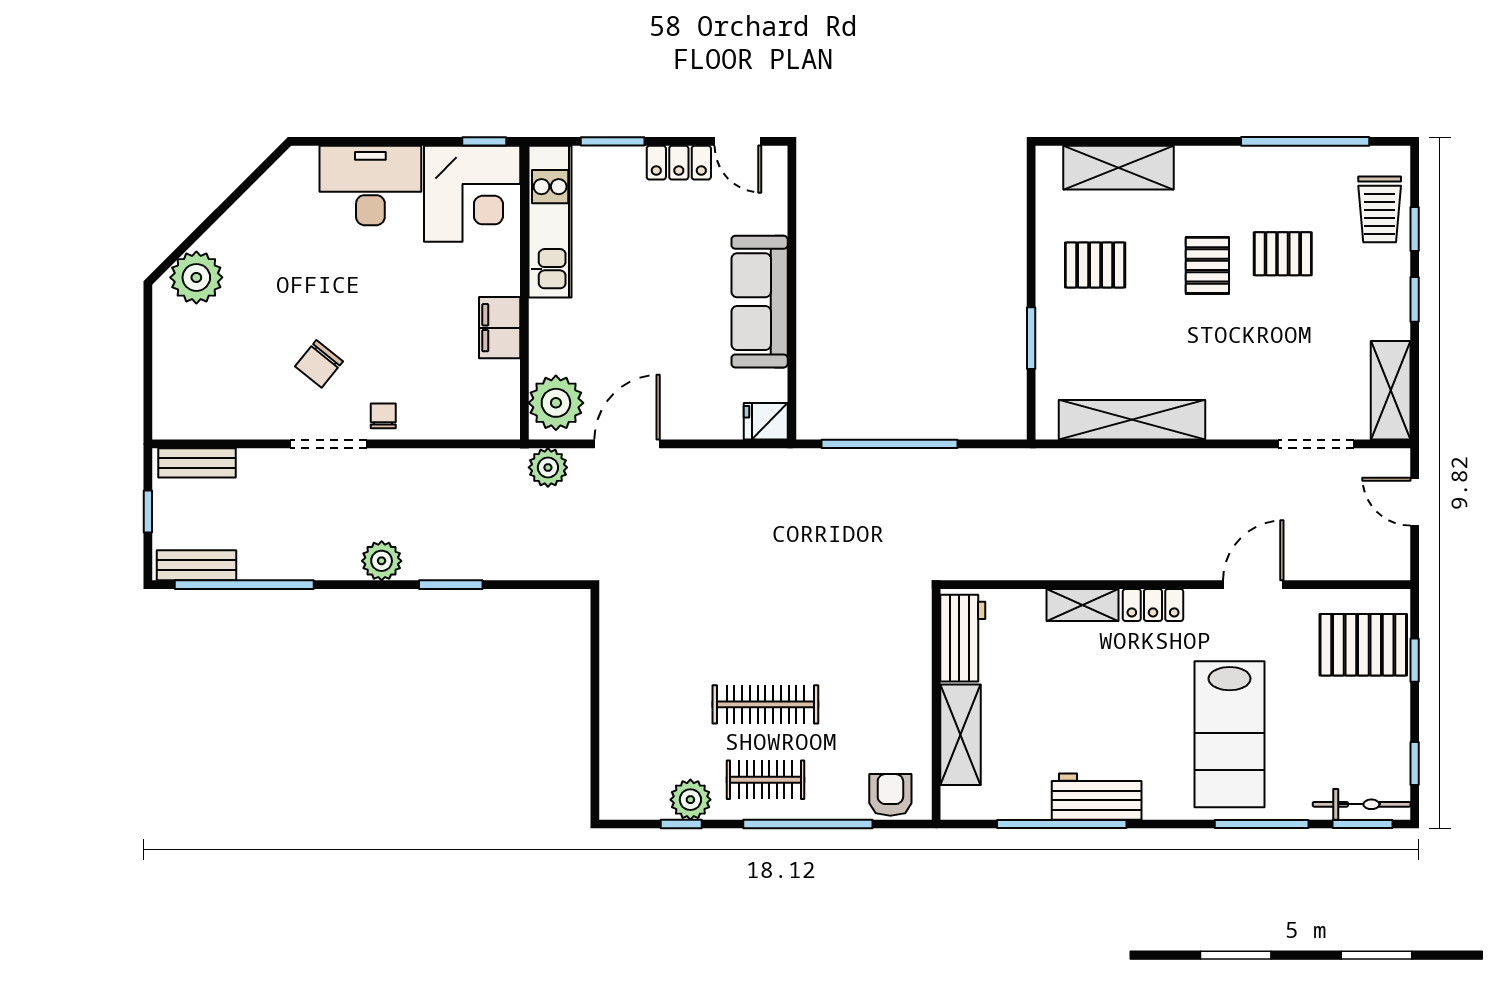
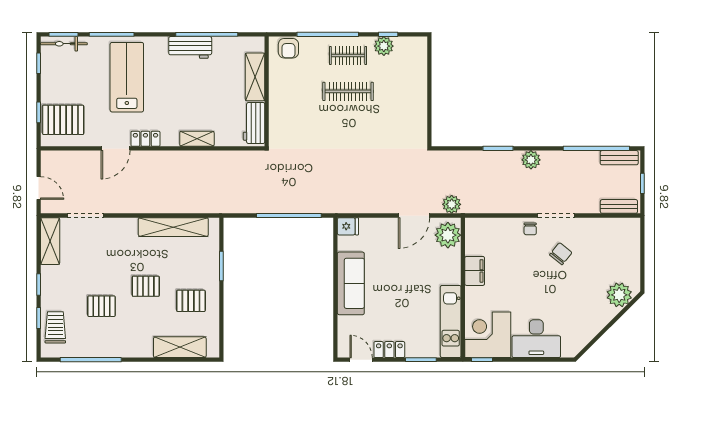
pallet: (1207, 265) -> (146, 286), moved, turned 90
locker: (1153, 605) -> (145, 139), moved

